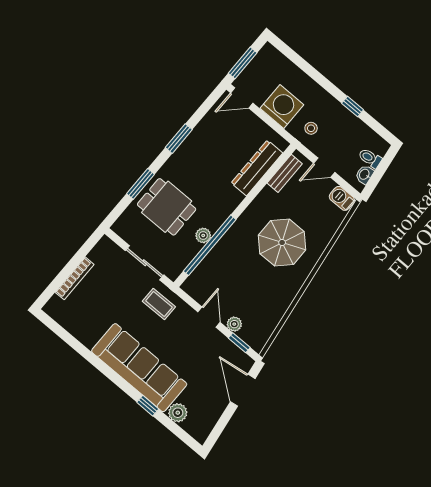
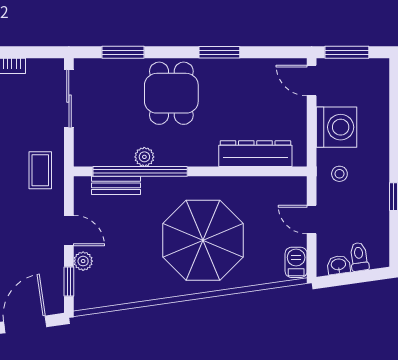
bench: (285, 173) -> (116, 185), moved
window: (140, 184) -> (123, 52), moved
dining table: (167, 207) -> (171, 93), moved
parasol: (282, 243) -> (203, 240), width x1.36, depth x1.36
sliding door: (145, 263) -> (69, 99), moved
door: (209, 317) -> (69, 230), hinge flipped

